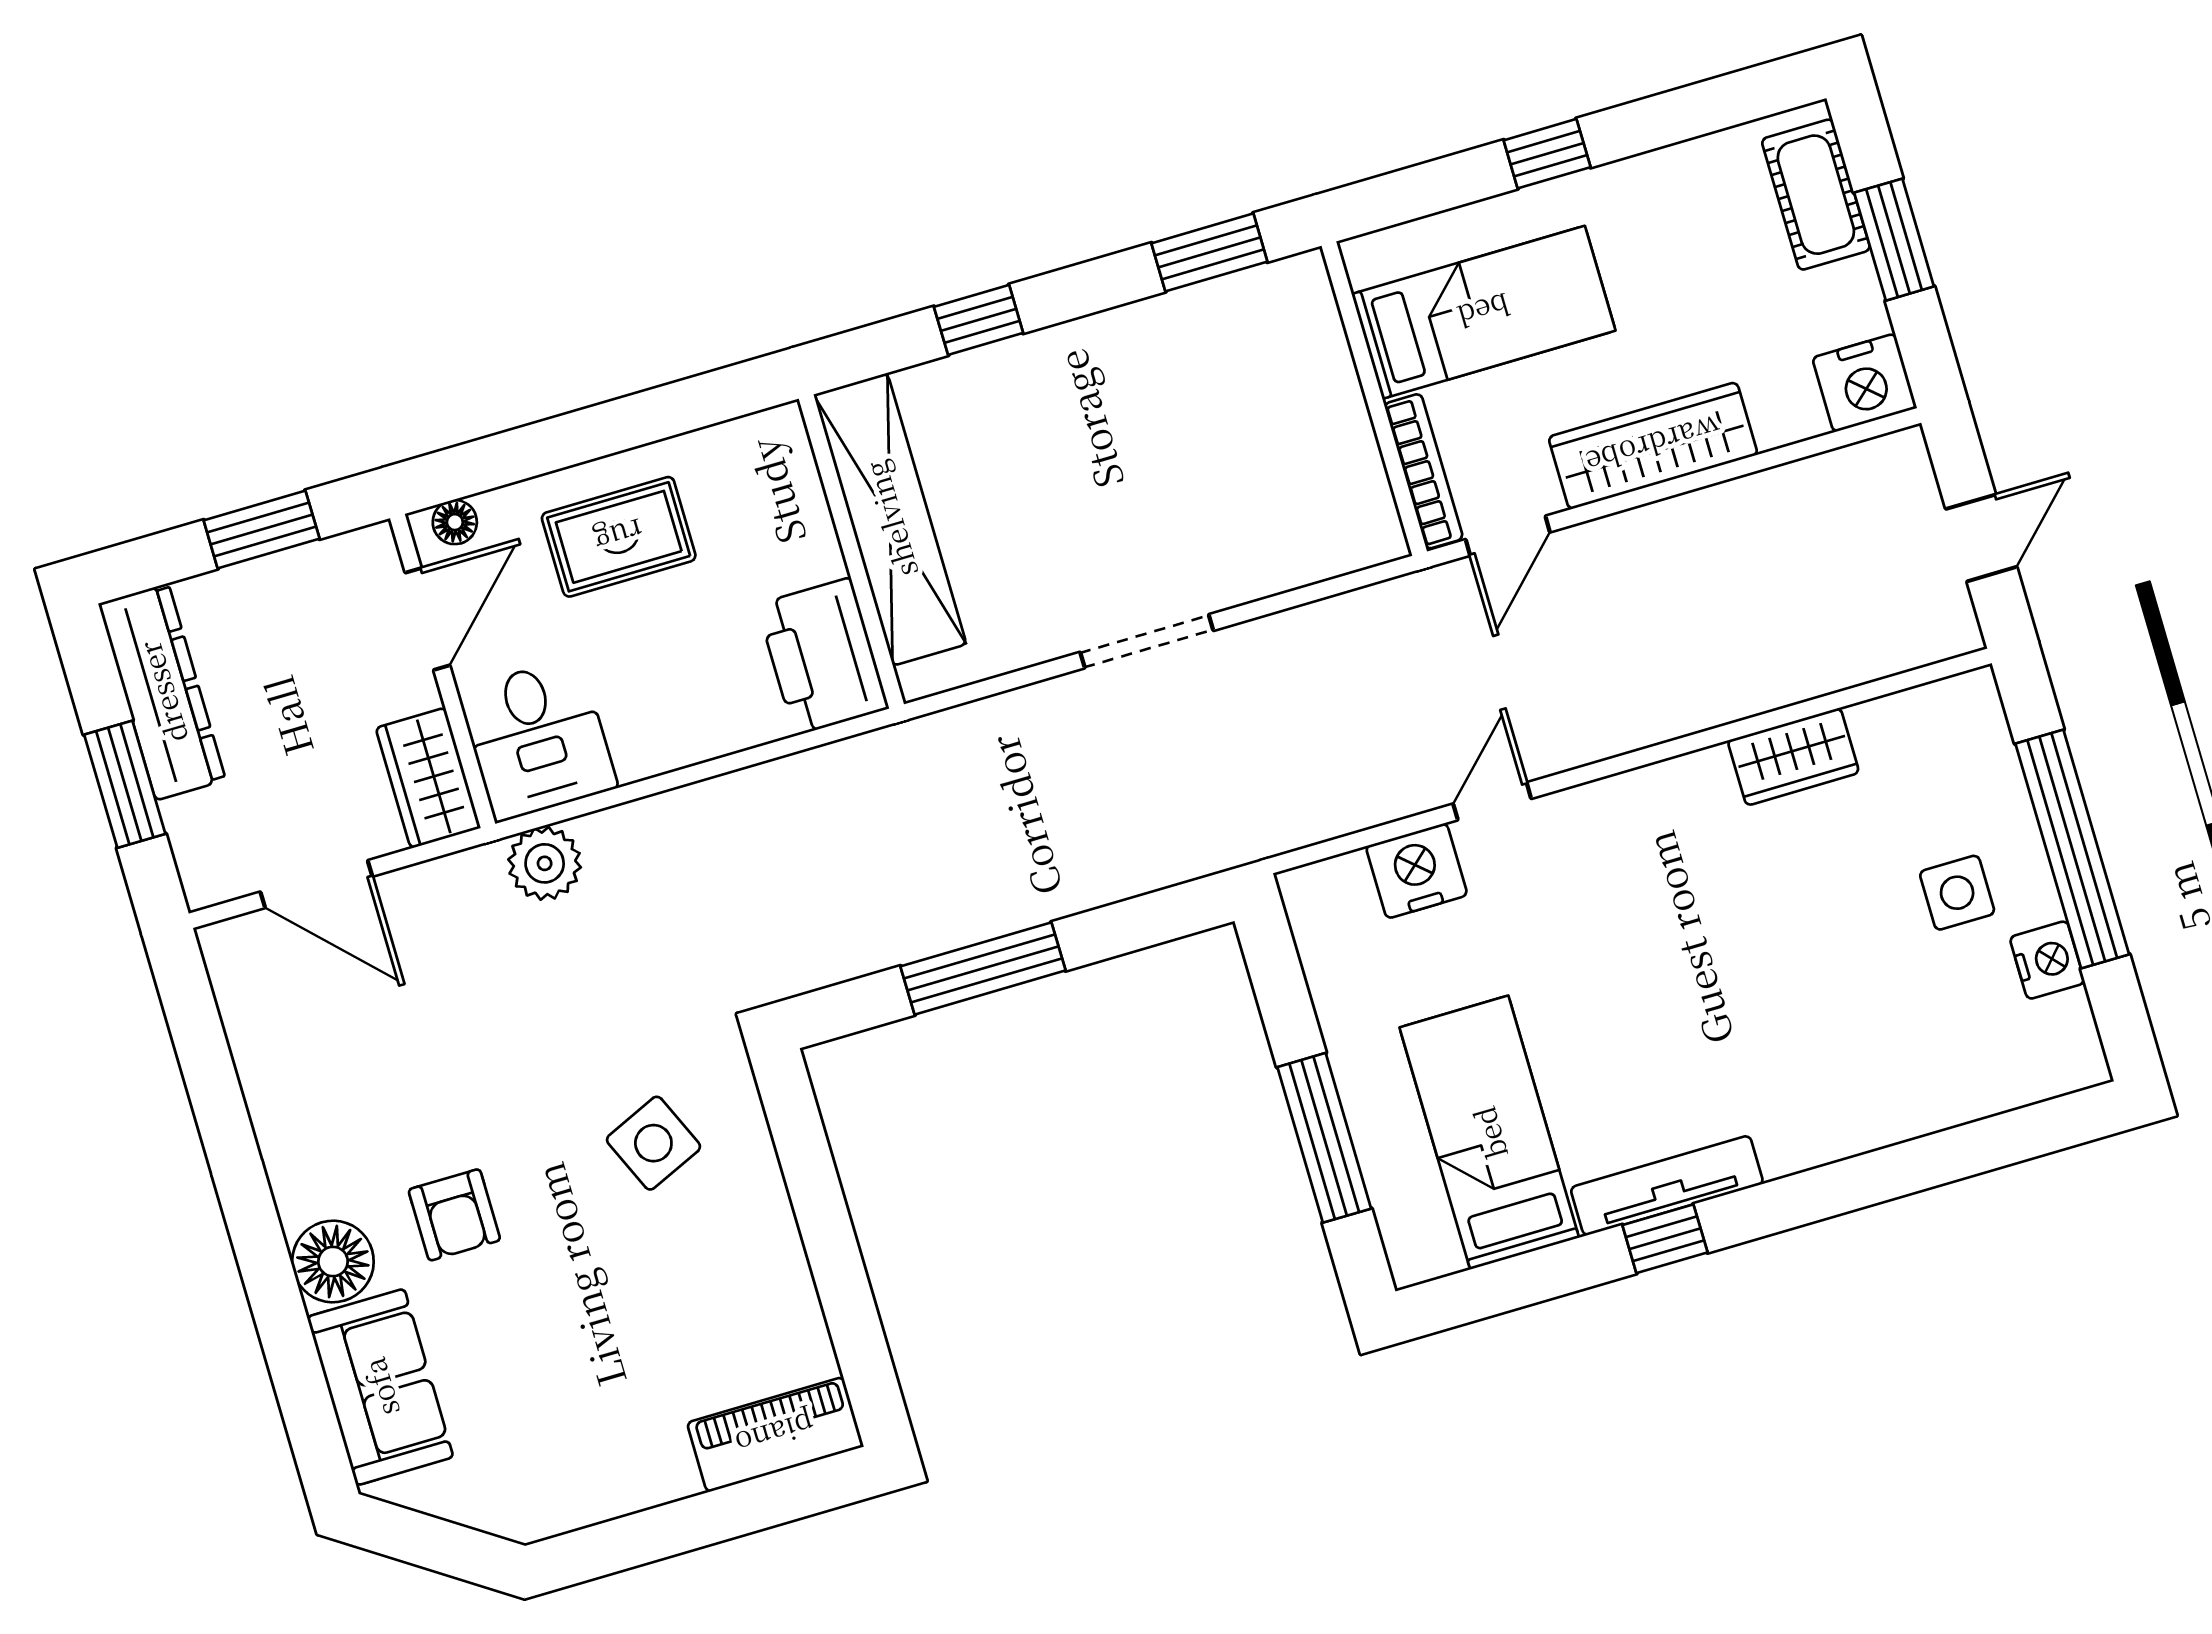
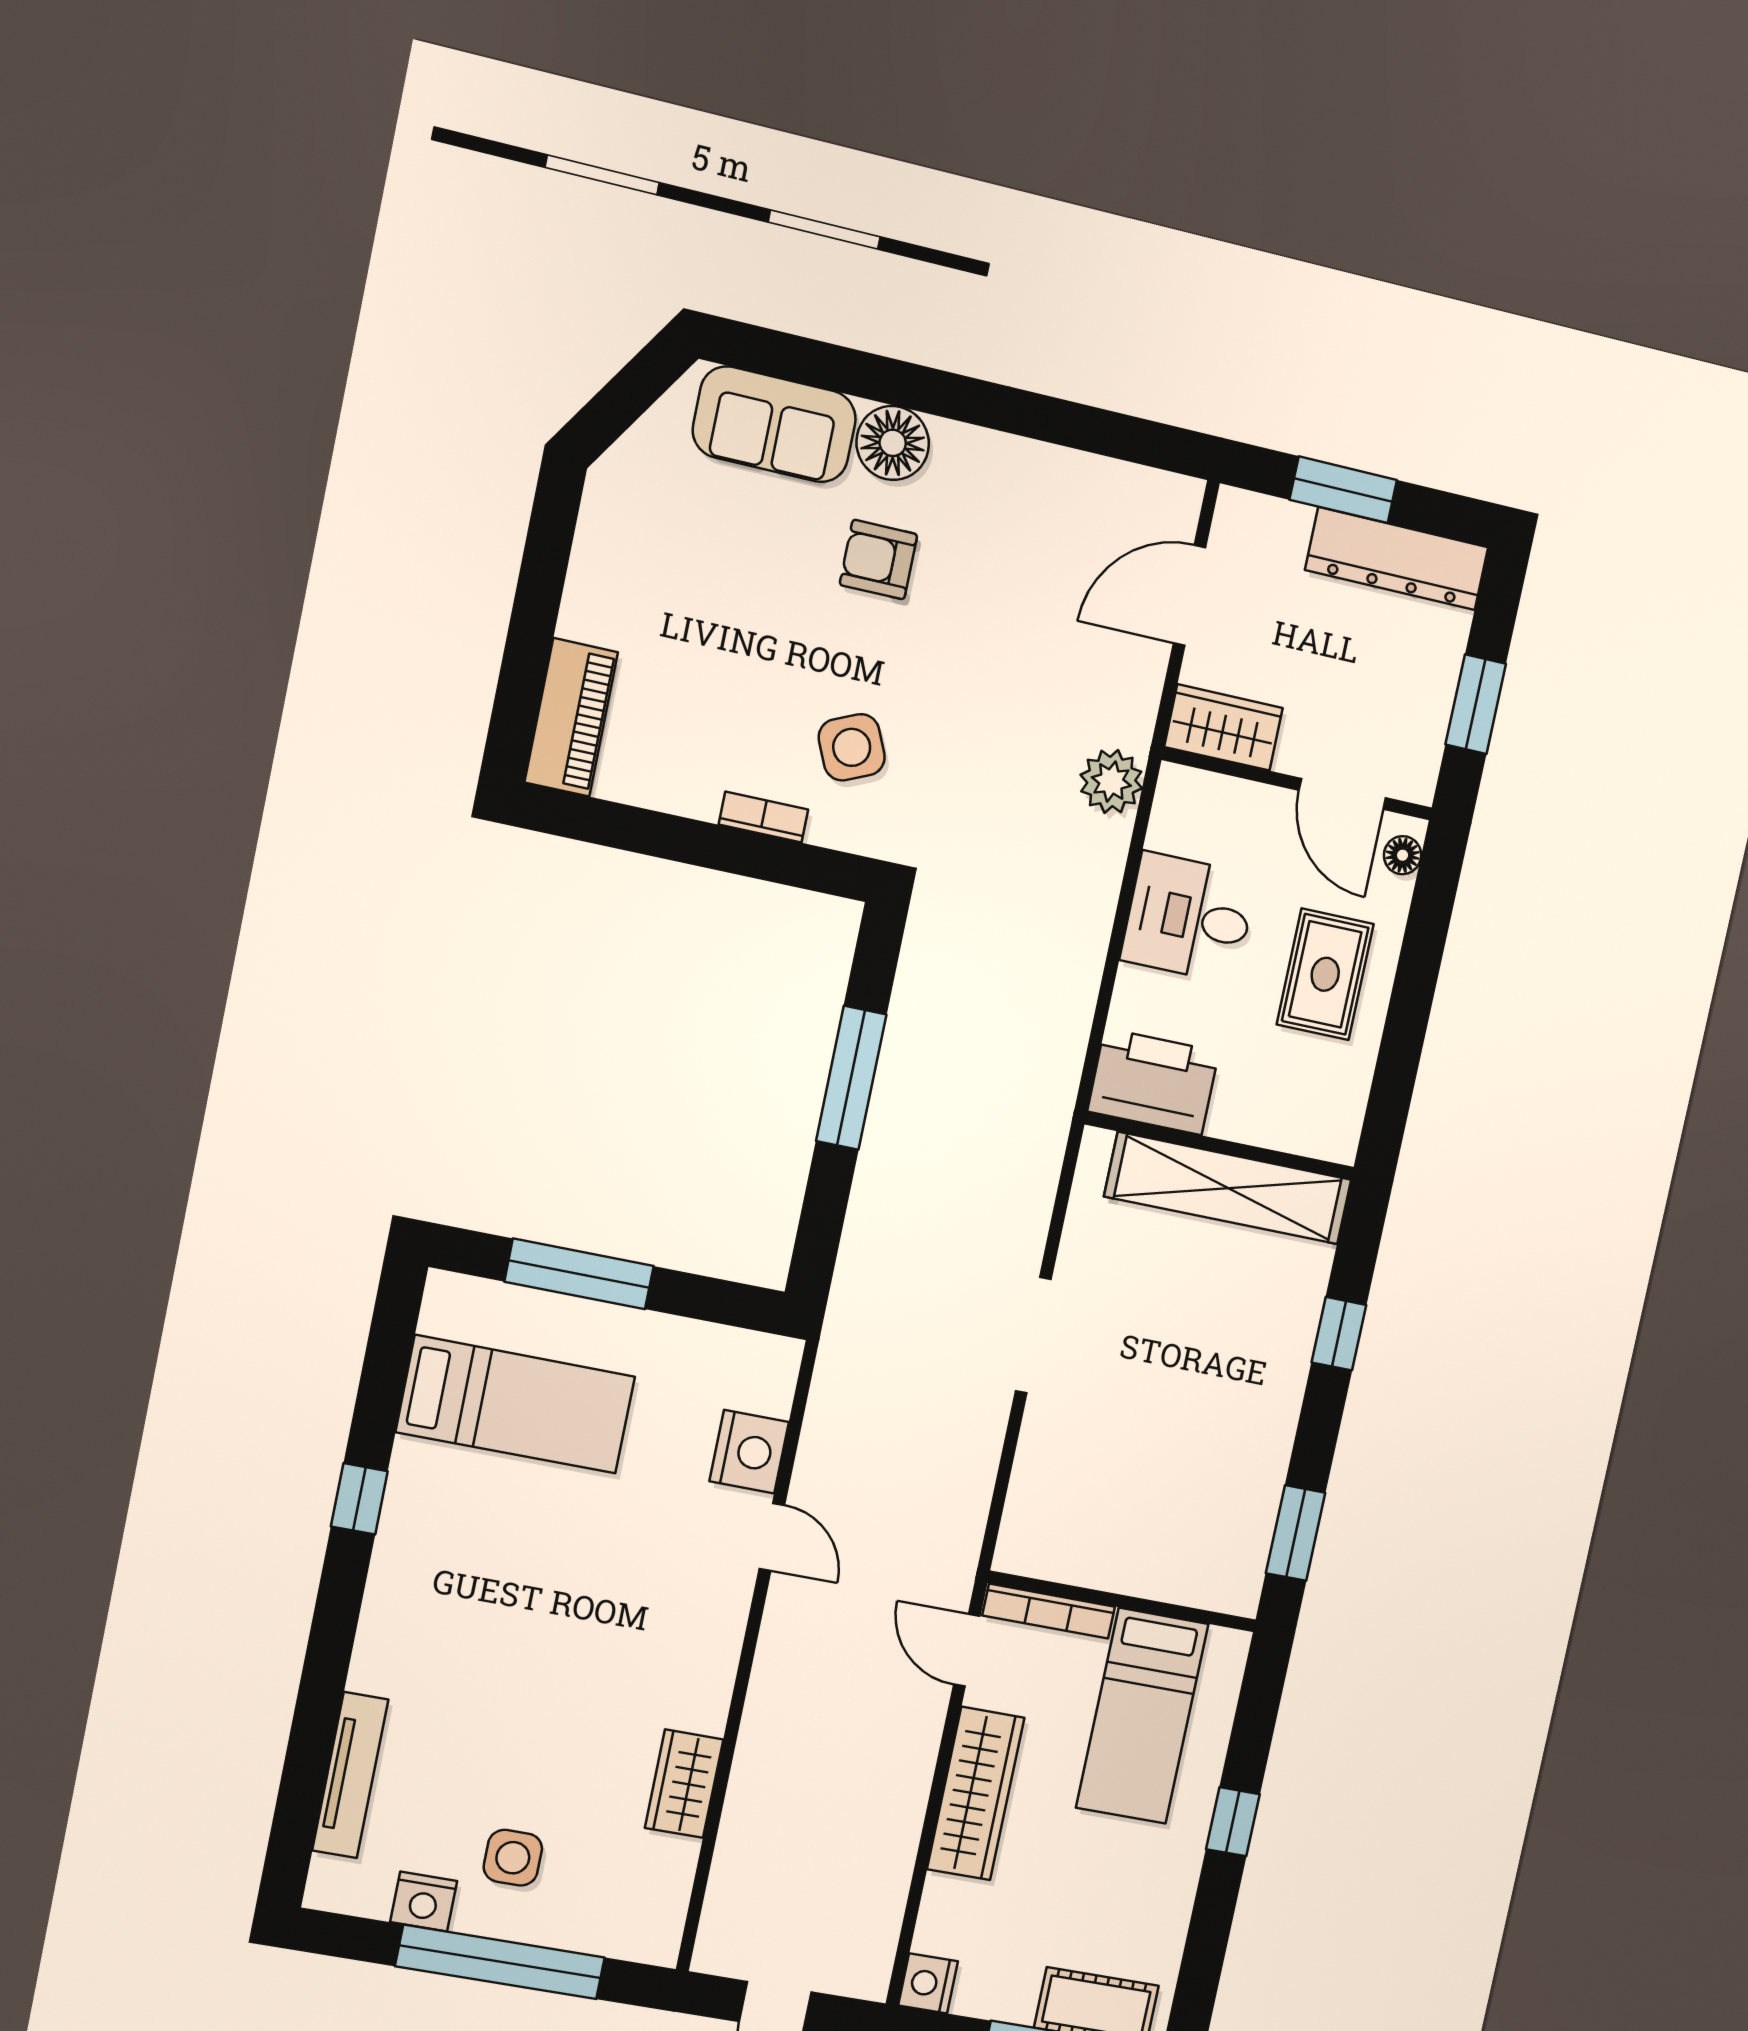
nightstand: (1864, 383) -> (928, 1983), width x0.74, depth x0.75
desk: (538, 739) -> (1189, 918), moved
tv unit: (1667, 1186) -> (350, 1775), moved
bookcase: (770, 1194) -> (763, 817), added

